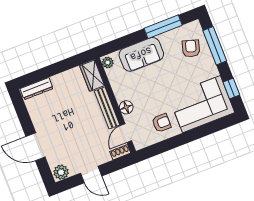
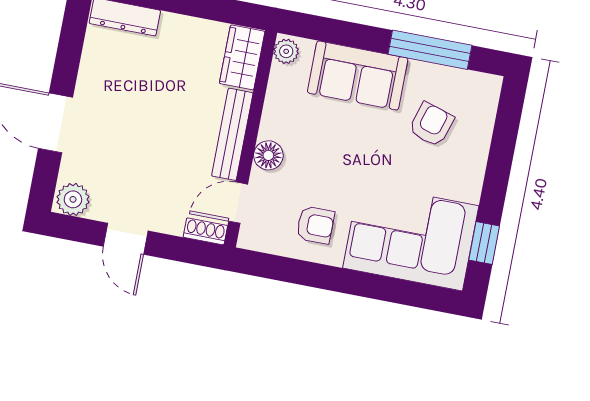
window: (215, 46) -> (503, 145), removed
armchair: (191, 48) -> (431, 124), moved

